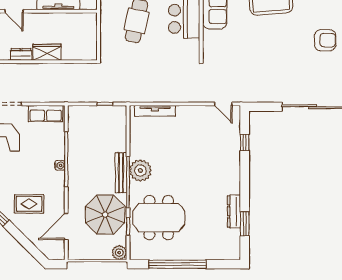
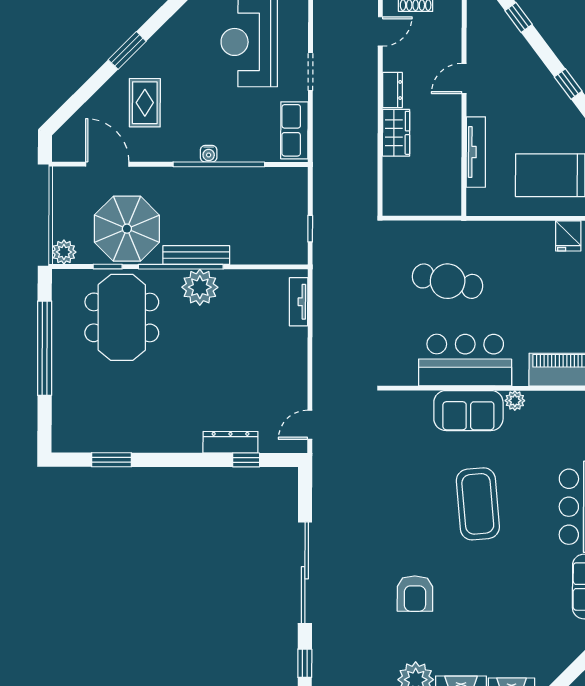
tv unit: (155, 111) -> (299, 302), width x0.71
dresser: (234, 211) -> (230, 442), moved

